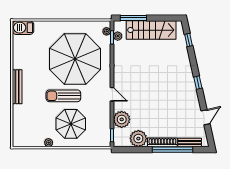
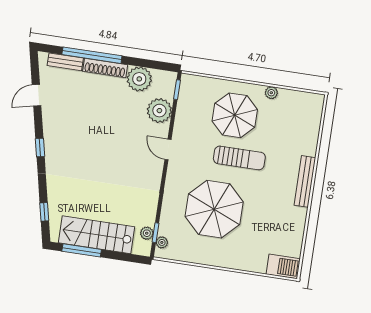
window: (133, 18) -> (82, 250), moved
parasol: (75, 59) -> (214, 209), width x0.73, depth x0.73

